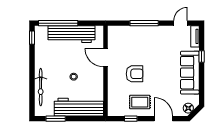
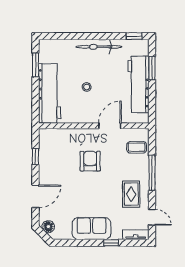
window: (58, 23) -> (152, 68), width x0.47
coffee table: (123, 36) -> (137, 147), added
sofa: (190, 73) -> (92, 229), width x0.73
armchair: (135, 74) -> (90, 161), turned 180
bicycle: (41, 87) -> (99, 47), moved
rug: (140, 102) -> (131, 194), moved

